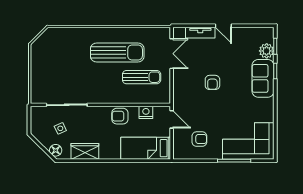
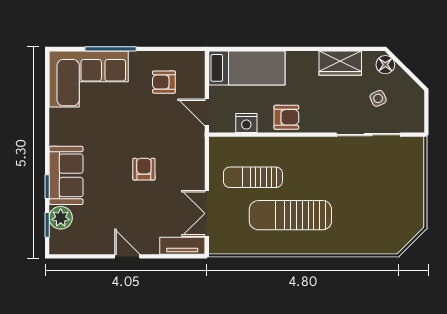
tv unit: (200, 33) -> (182, 246), moved

